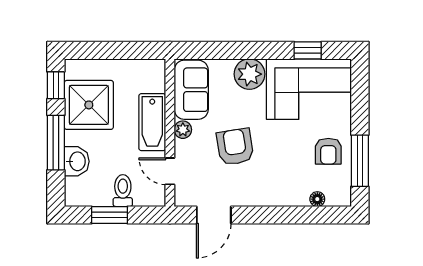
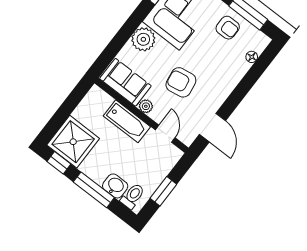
shower: (89, 105) -> (73, 142), moved
door: (170, 171) -> (165, 134), swing flipped
toilet: (123, 191) -> (133, 196), moved, turned 90

